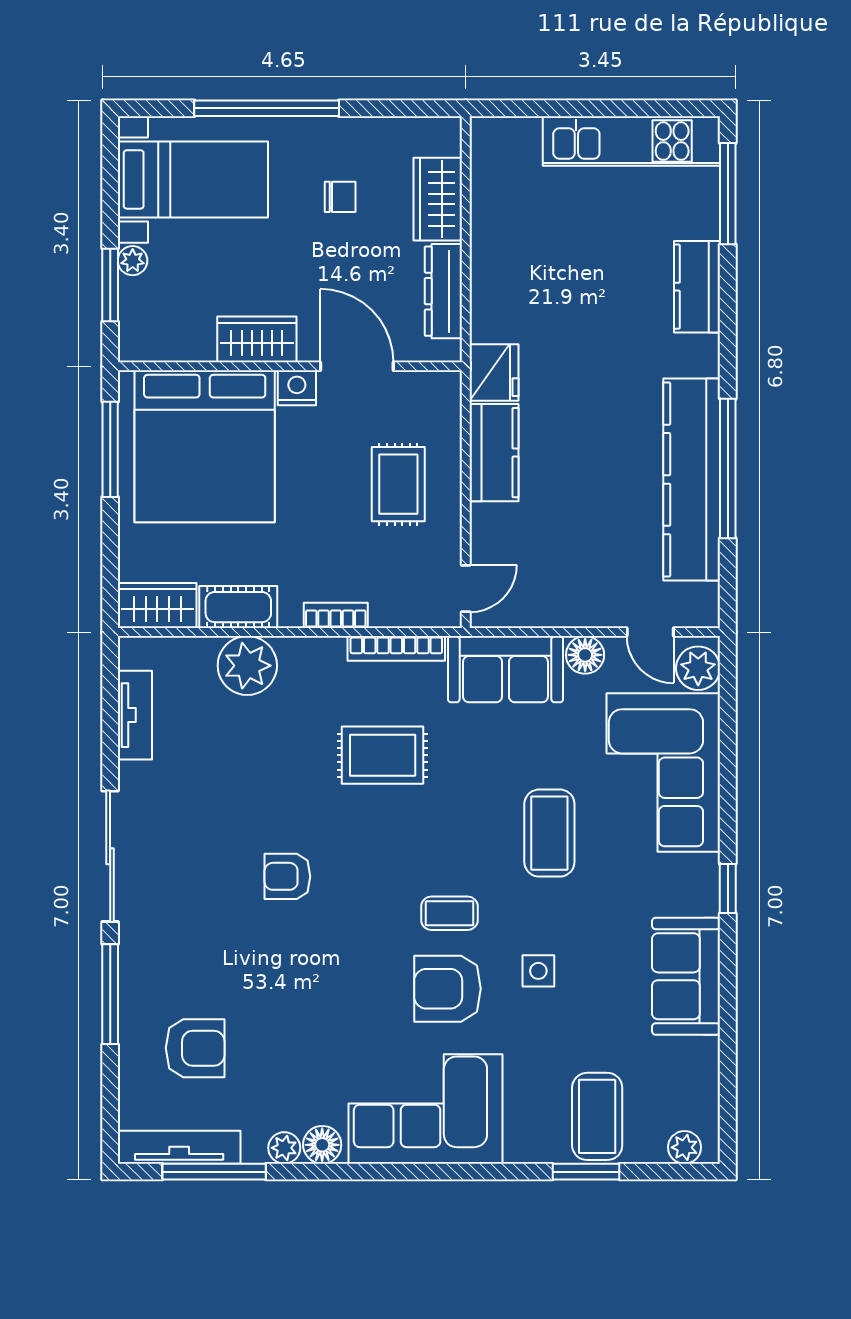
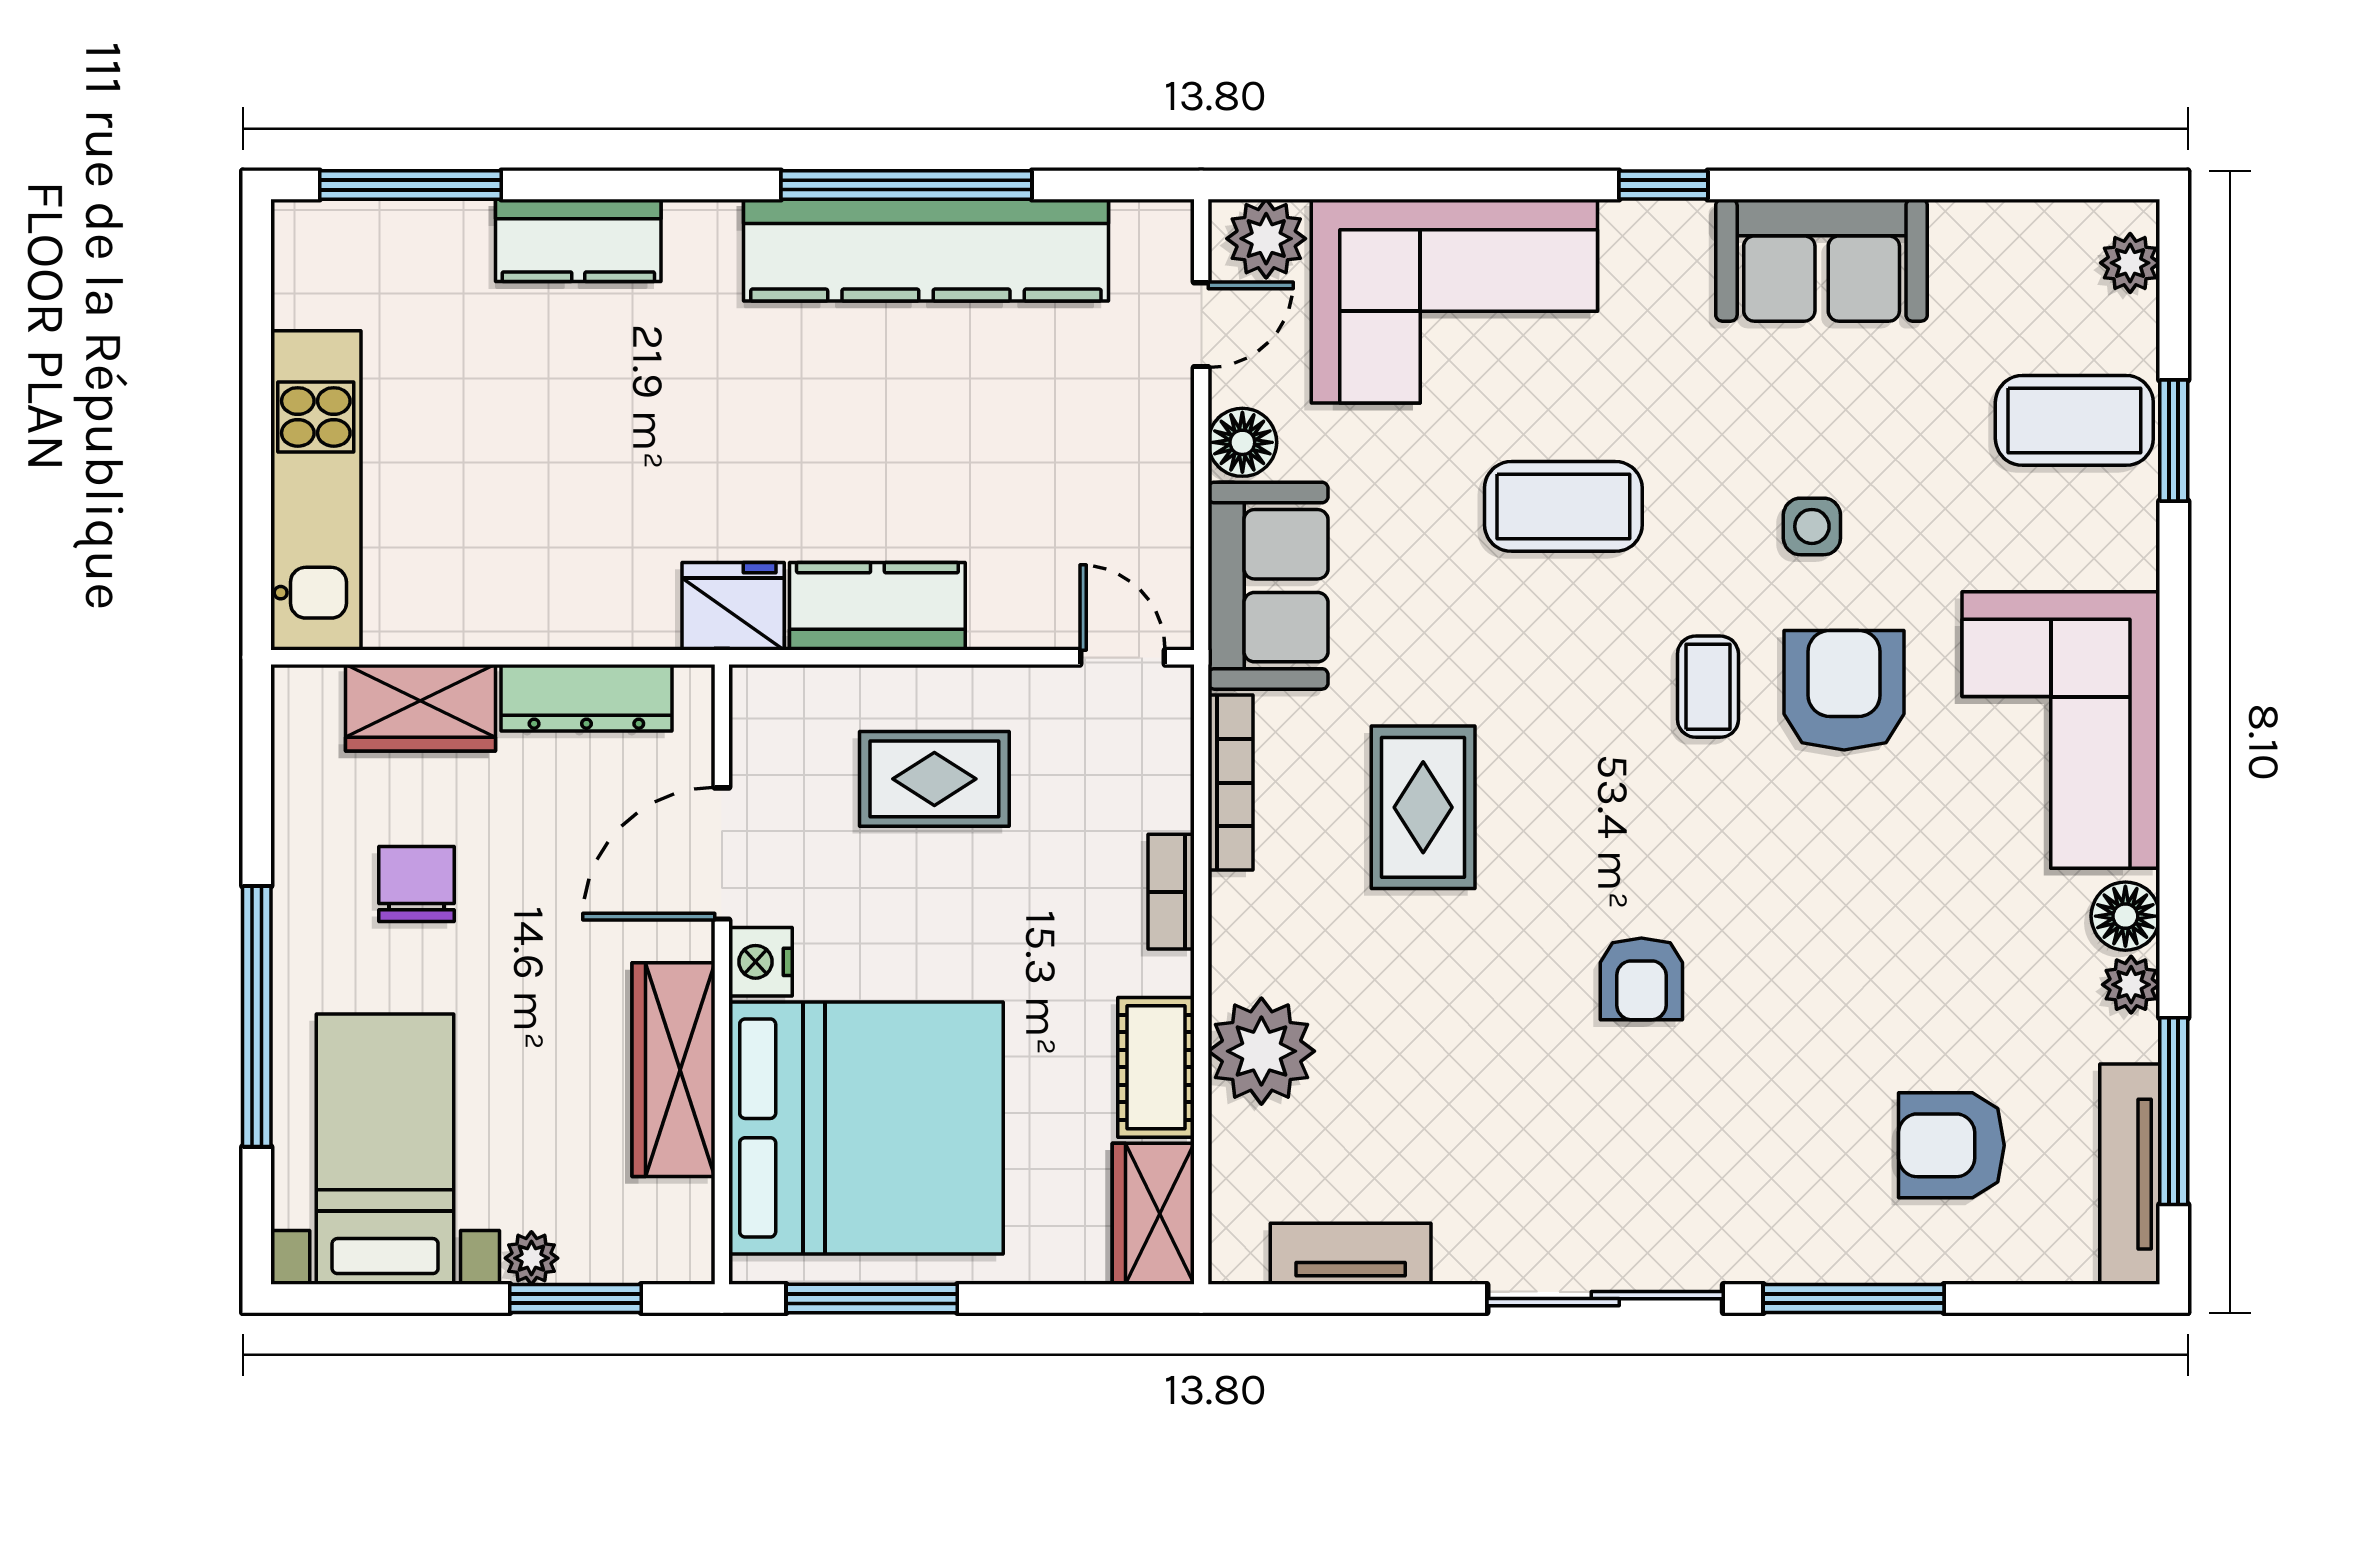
kitchen unit: (631, 141) -> (316, 490), moved
chair: (340, 197) -> (417, 884), width x1.37, depth x1.37
wardrobe: (257, 339) -> (673, 1070), width x1.50
armchair: (448, 989) -> (1844, 690), turned 180
armchair: (195, 1048) -> (1951, 1145), turned -90

